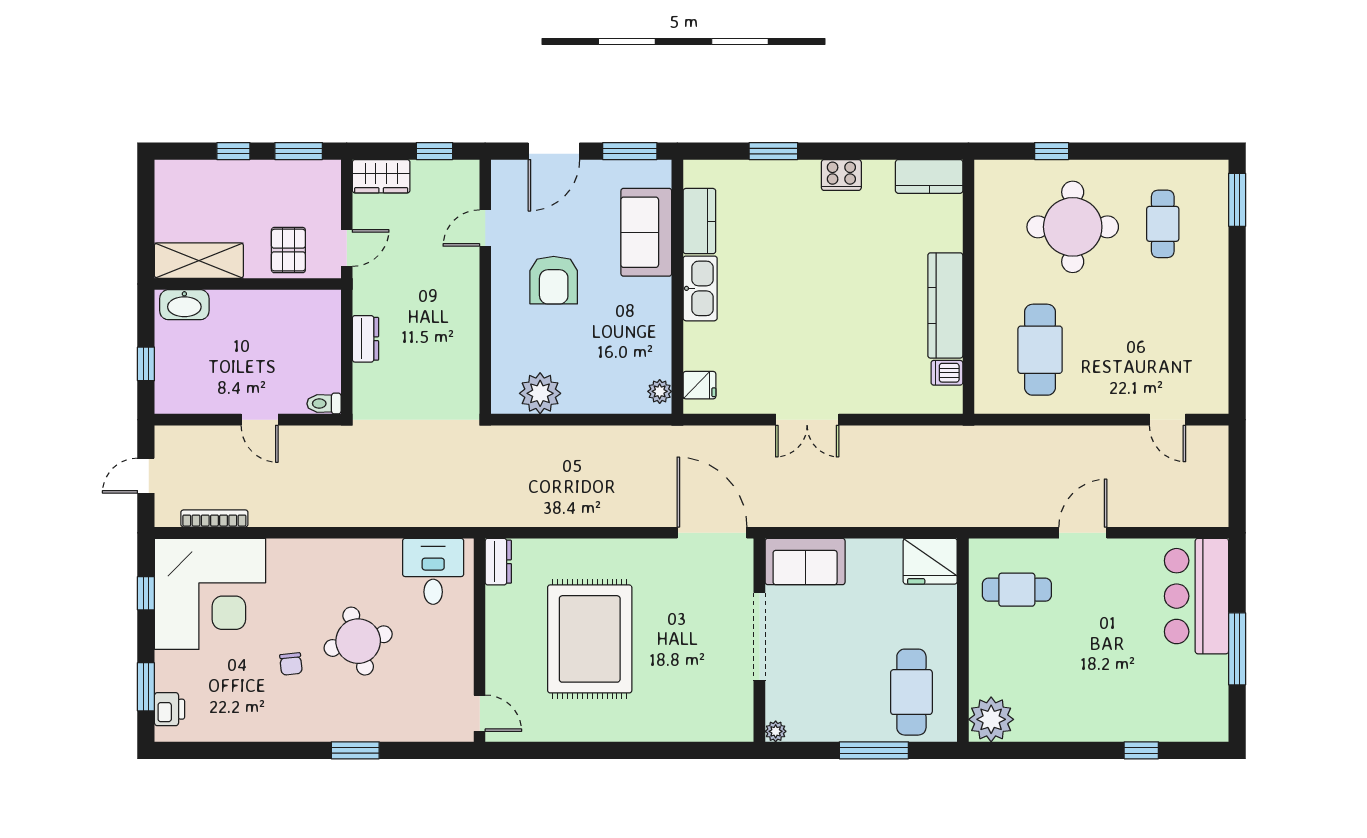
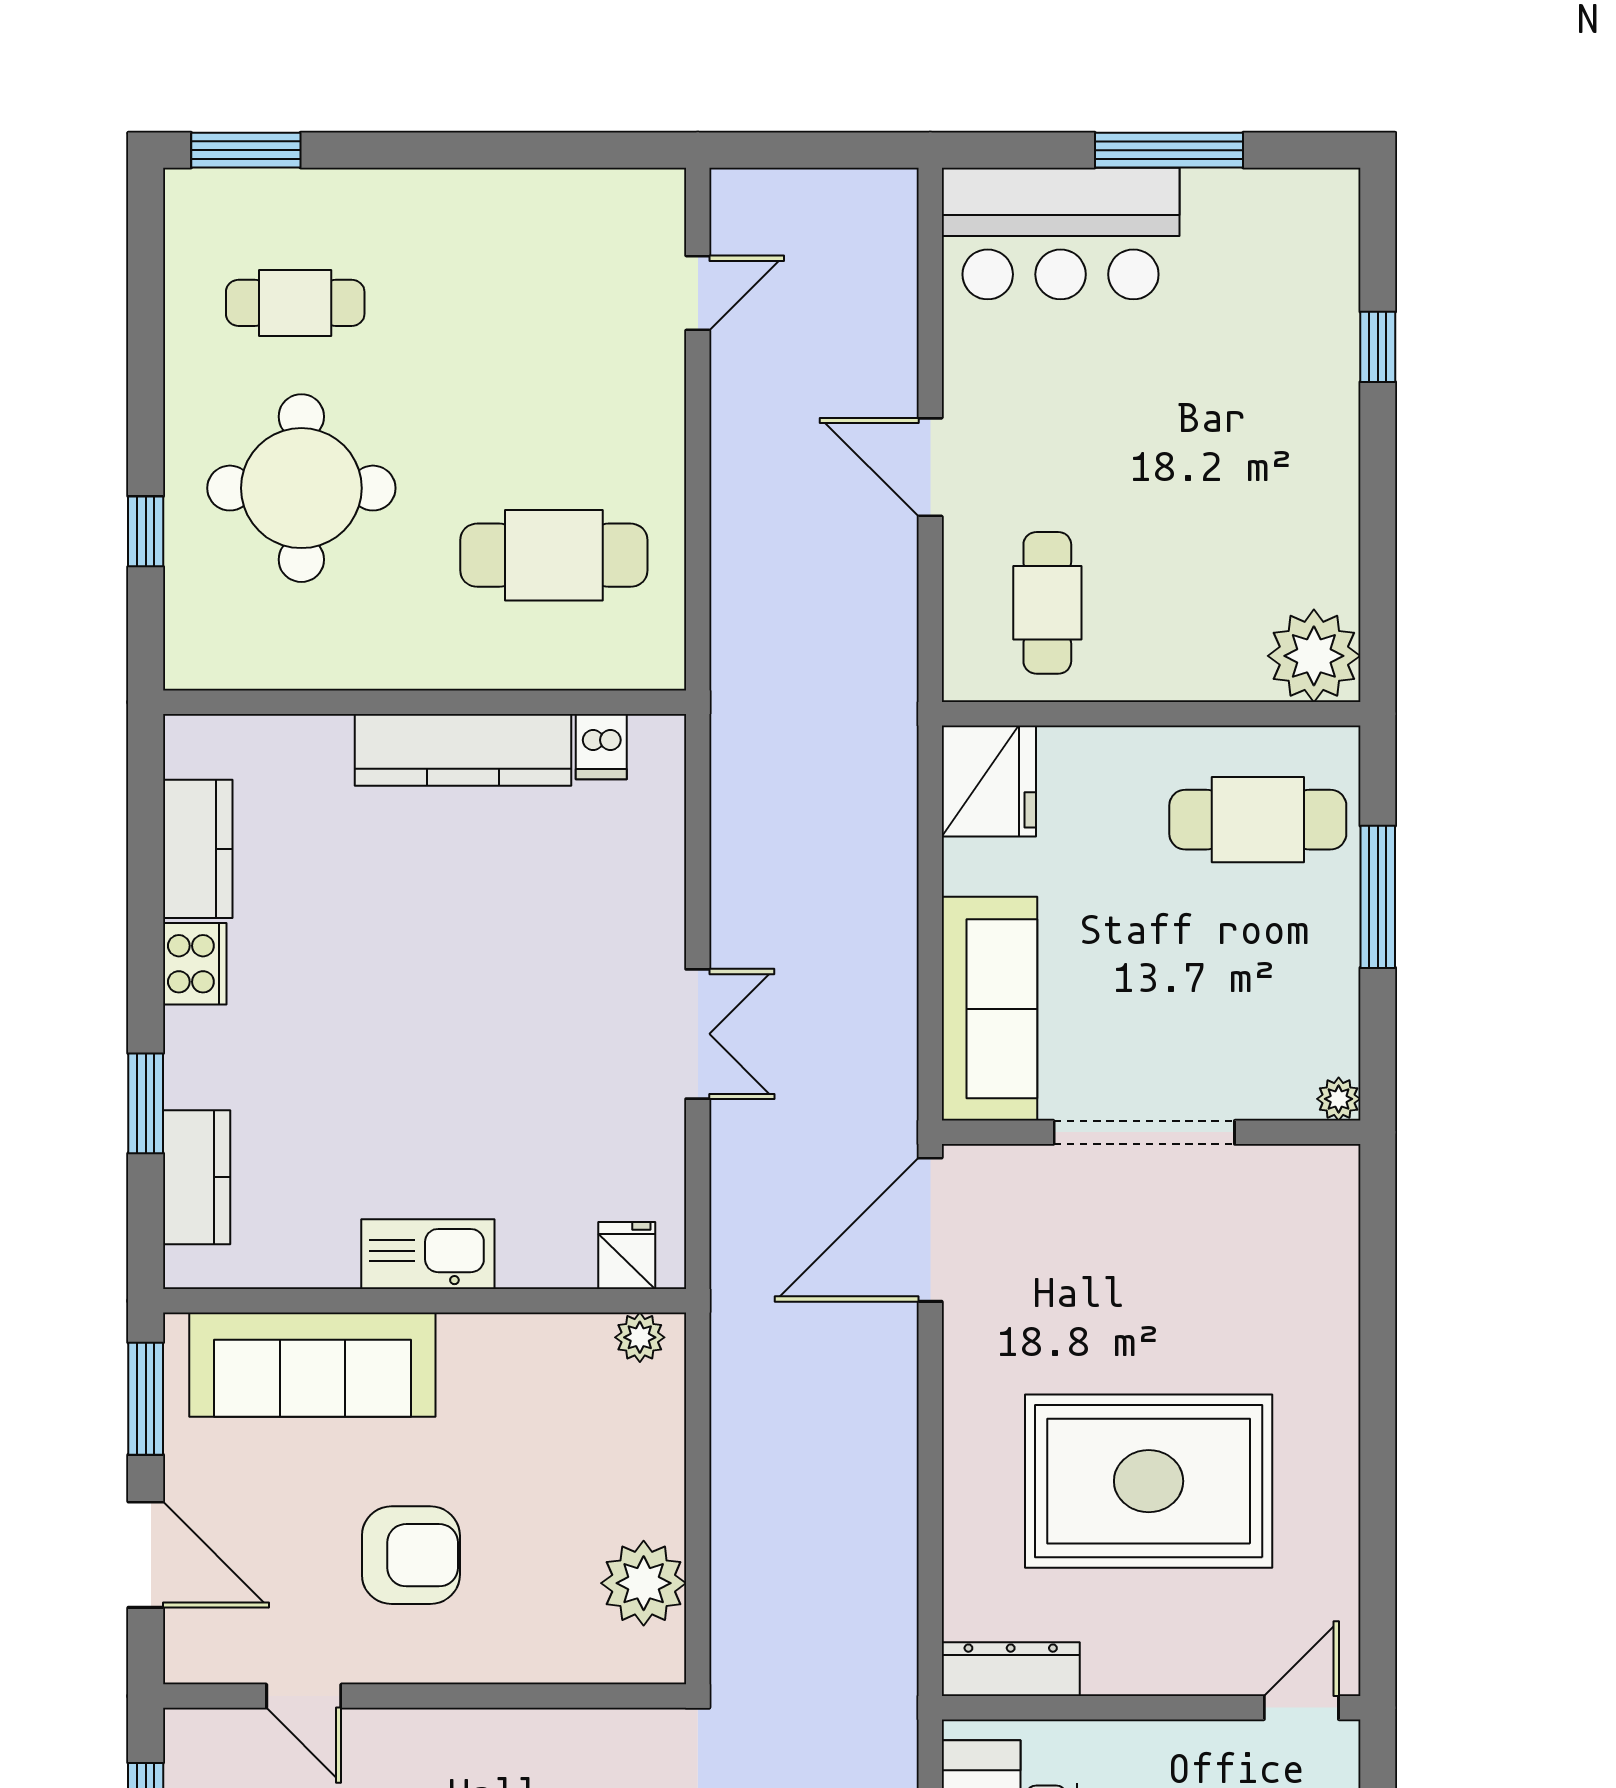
kitchen counter: (929, 176) -> (198, 849), moved
kitchen counter: (699, 221) -> (197, 1177), moved, turned 90
sofa: (646, 232) -> (312, 1365), width x1.36
dresser: (498, 562) -> (1011, 1669), width x1.44
sofa: (805, 562) -> (989, 1009), width x1.36

